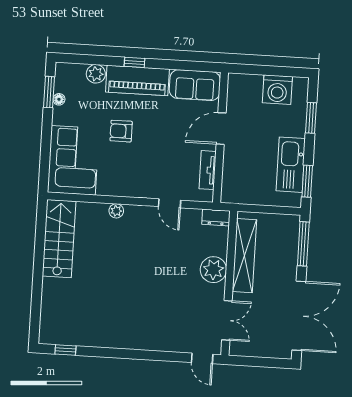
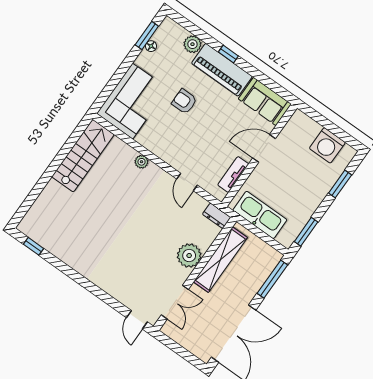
kitchen sink: (291, 165) -> (260, 215), moved, turned 90

